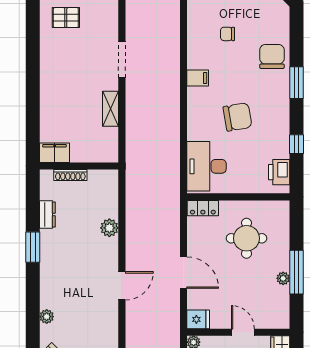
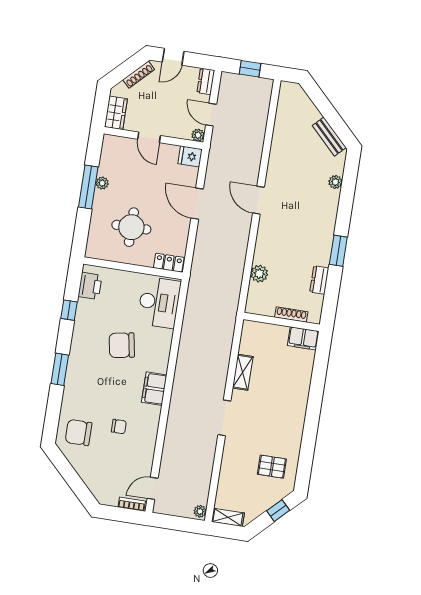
chair: (272, 56) -> (79, 432), moved, turned 90
filing cabinet: (198, 78) -> (154, 389), width x2.00
plant: (109, 228) -> (259, 274), moved
door: (122, 286) -> (258, 200), hinge flipped

